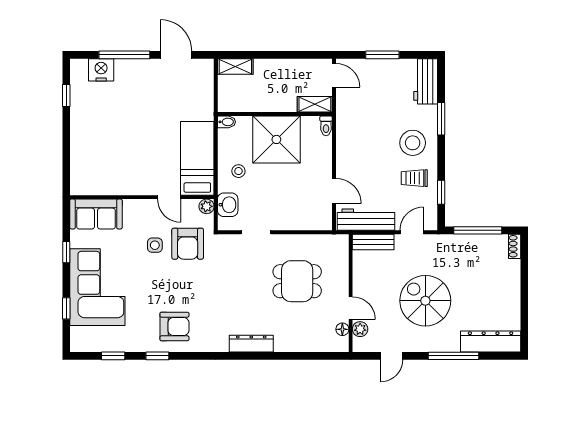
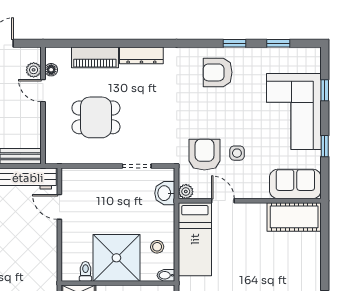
toilet: (326, 126) -> (85, 271), moved
stool: (238, 171) -> (157, 247), moved
cot: (97, 181) -> (294, 217), added
piano: (298, 342) -> (95, 57), added

